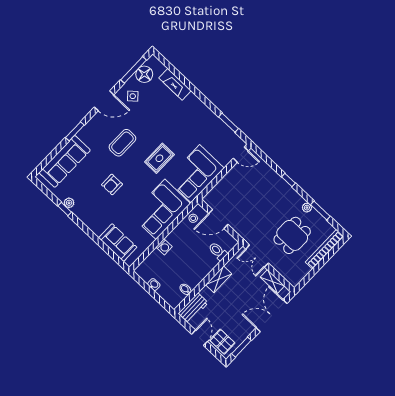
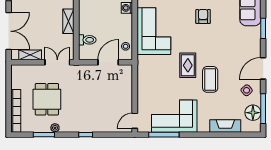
window: (229, 123) -> (164, 135), width x1.44
coffee table: (122, 143) -> (210, 79), moved
corner sofa: (195, 174) -> (174, 116), moved, turned -90

